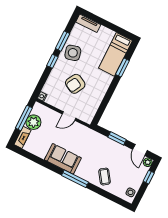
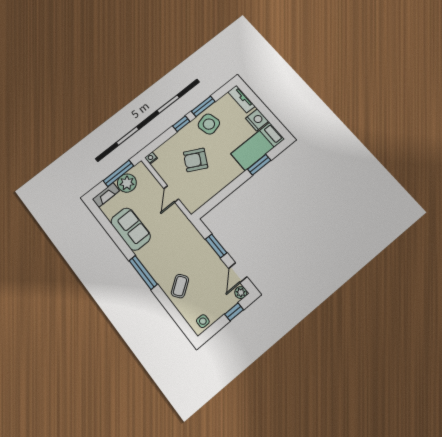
nightstand: (107, 35) -> (257, 120), added
door: (69, 116) -> (171, 194), hinge flipped
sofa: (63, 159) -> (131, 229), moved

